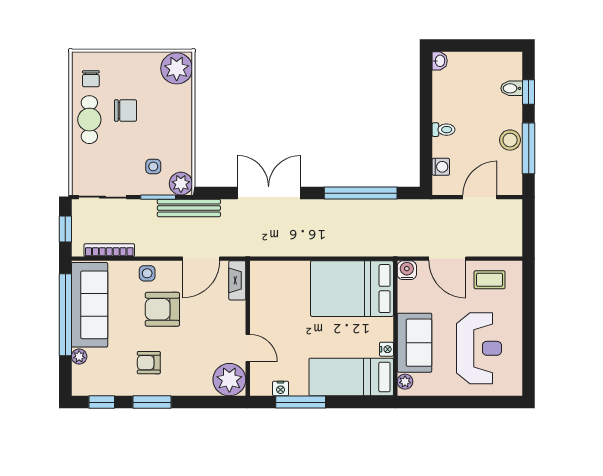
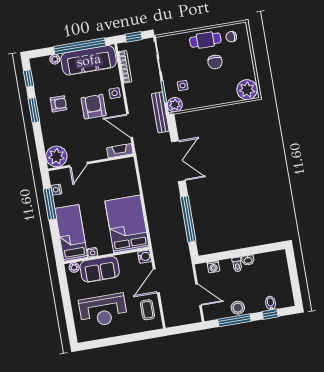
washbasin: (440, 61) -> (248, 260), moved
armchair: (149, 363) -> (58, 104), turned 90

